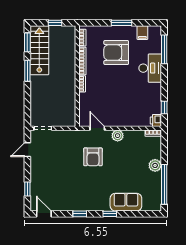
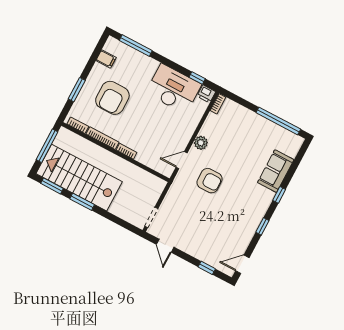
window: (55, 23) -> (47, 146), width x2.17
window: (122, 23) -> (77, 90), moved
stairs: (39, 50) -> (79, 178), width x1.36, depth x1.51
desk: (150, 68) -> (173, 89), moved, width x1.36, depth x1.30
plant: (155, 165) -> (253, 120), removed

